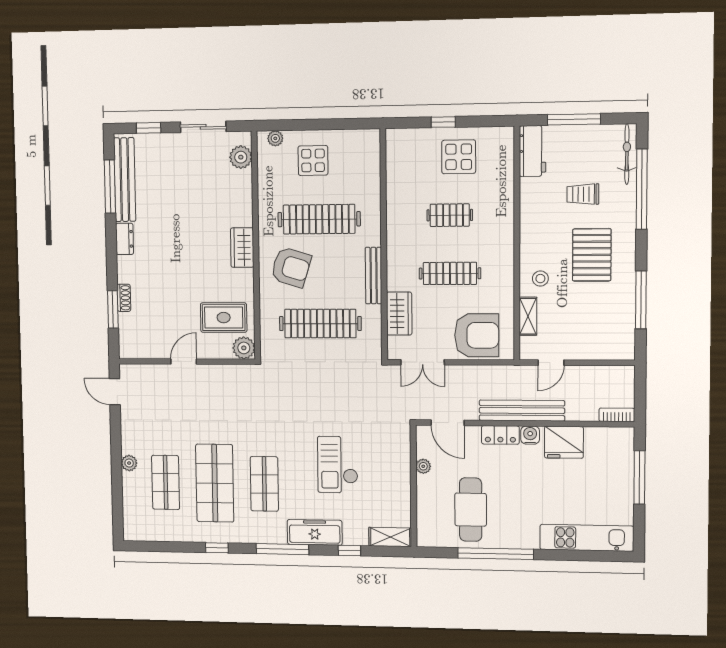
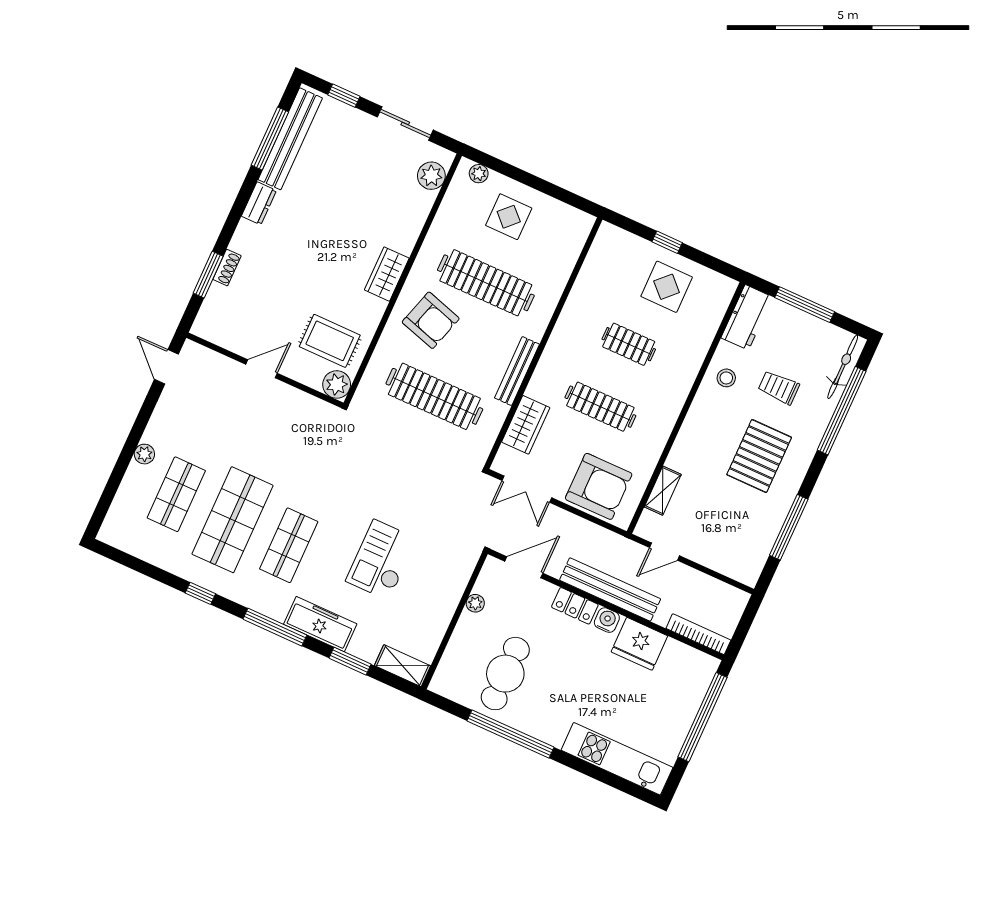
stool: (540, 279) -> (726, 378), moved
bookcase: (617, 415) -> (698, 634), width x1.56
door: (448, 423) -> (524, 567), swing flipped
window: (639, 477) -> (703, 717), width x1.46
window: (349, 551) -> (350, 661), width x1.50

